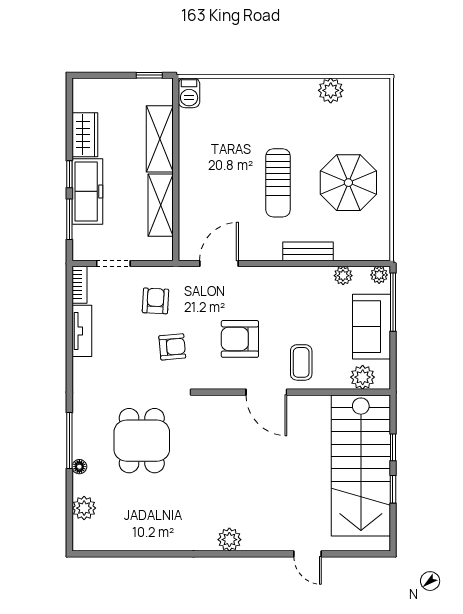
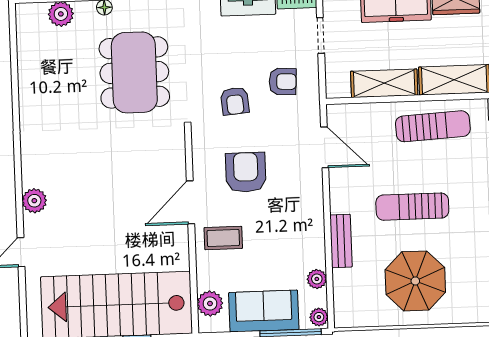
sun lounger: (203, 161) -> (433, 126), added
dining table: (142, 441) -> (134, 72), width x1.38
plant: (229, 540) -> (34, 201), moved

